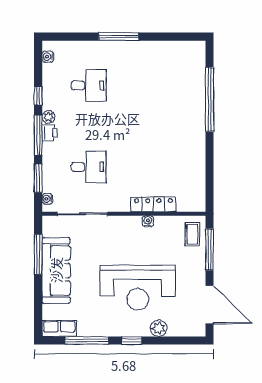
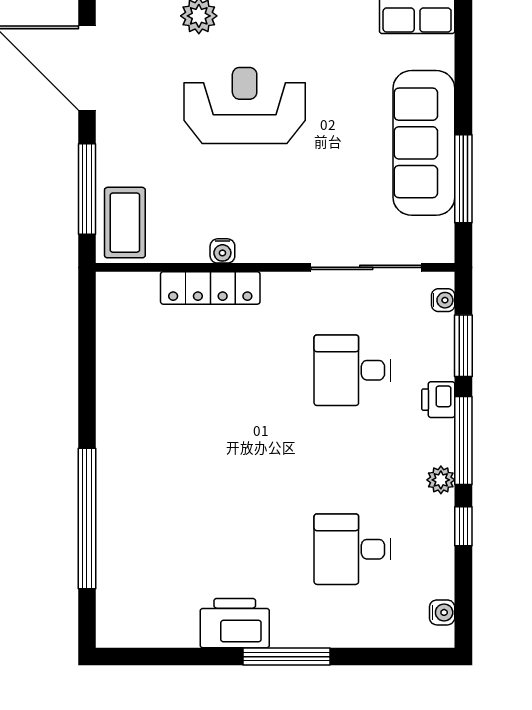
printer: (142, 52) -> (235, 623), added
printer: (50, 133) -> (438, 400), moved
coffee table: (192, 234) -> (125, 223), width x1.36, depth x1.30
reception desk: (138, 288) -> (245, 105), width x0.74, depth x0.77

